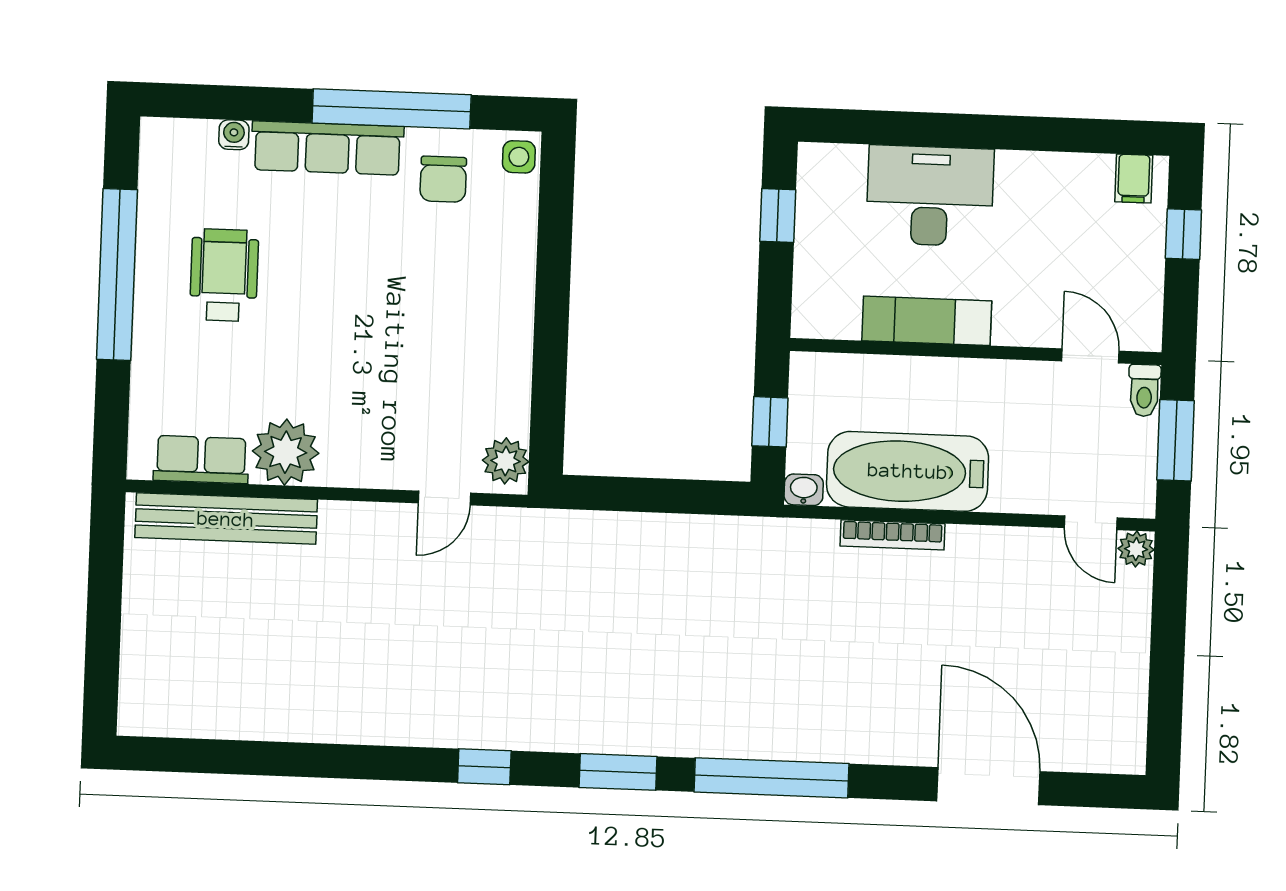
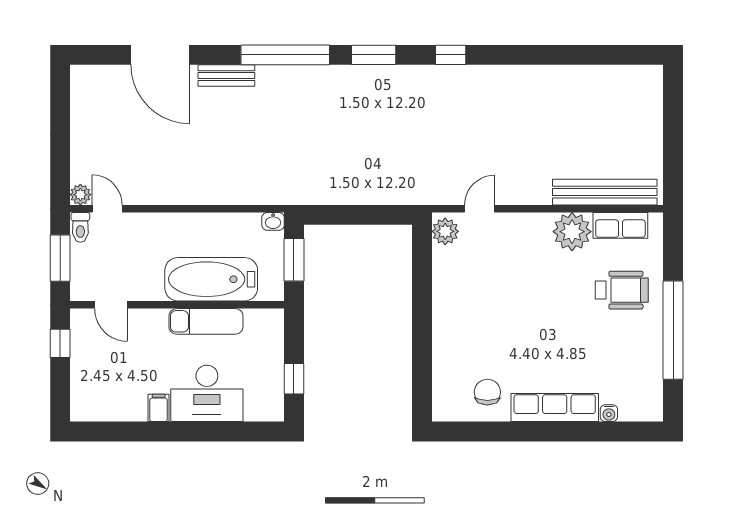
window: (392, 109) -> (519, 432), removed
side table: (519, 157) -> (444, 407), removed
filing cabinet: (1134, 179) -> (159, 408), moved
window: (1183, 234) -> (60, 343), moved
wheelchair: (224, 275) -> (622, 290), moved, turned -90
toilet: (1144, 390) -> (80, 227), moved, turned 180
window: (770, 422) -> (294, 260), width x1.50
bathtub: (908, 471) -> (211, 279), moved, turned 180
bookcase: (892, 535) -> (221, 197), removed
bench: (875, 746) -> (226, 76), added

